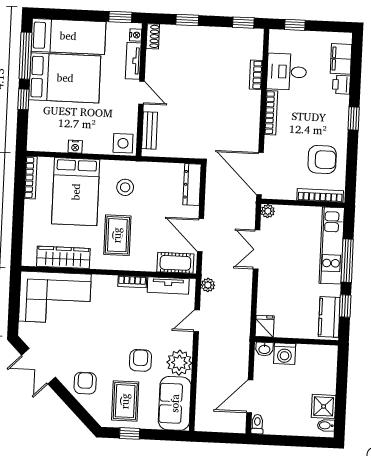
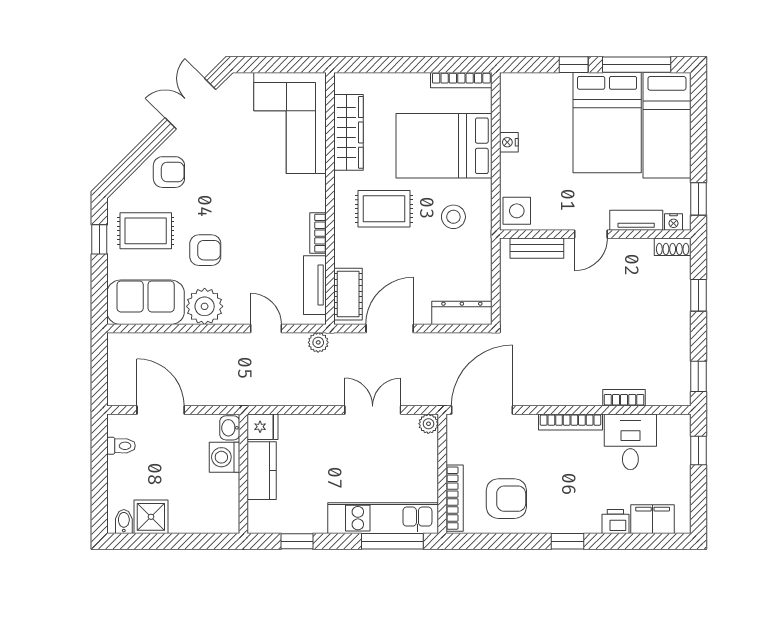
armchair: (322, 160) -> (506, 499), turned -90
window: (347, 261) -> (392, 541), moved
kitchen counter: (329, 317) -> (262, 471), moved, turned 90
toilet: (257, 424) -> (121, 446), moved

